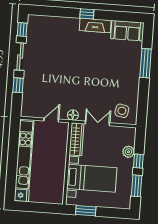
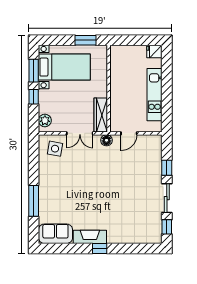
plant: (128, 152) -> (45, 120), moved
kitchen unit: (25, 155) -> (155, 95), width x0.73
bed with nightstands: (92, 178) -> (64, 67), moved, turned 180

